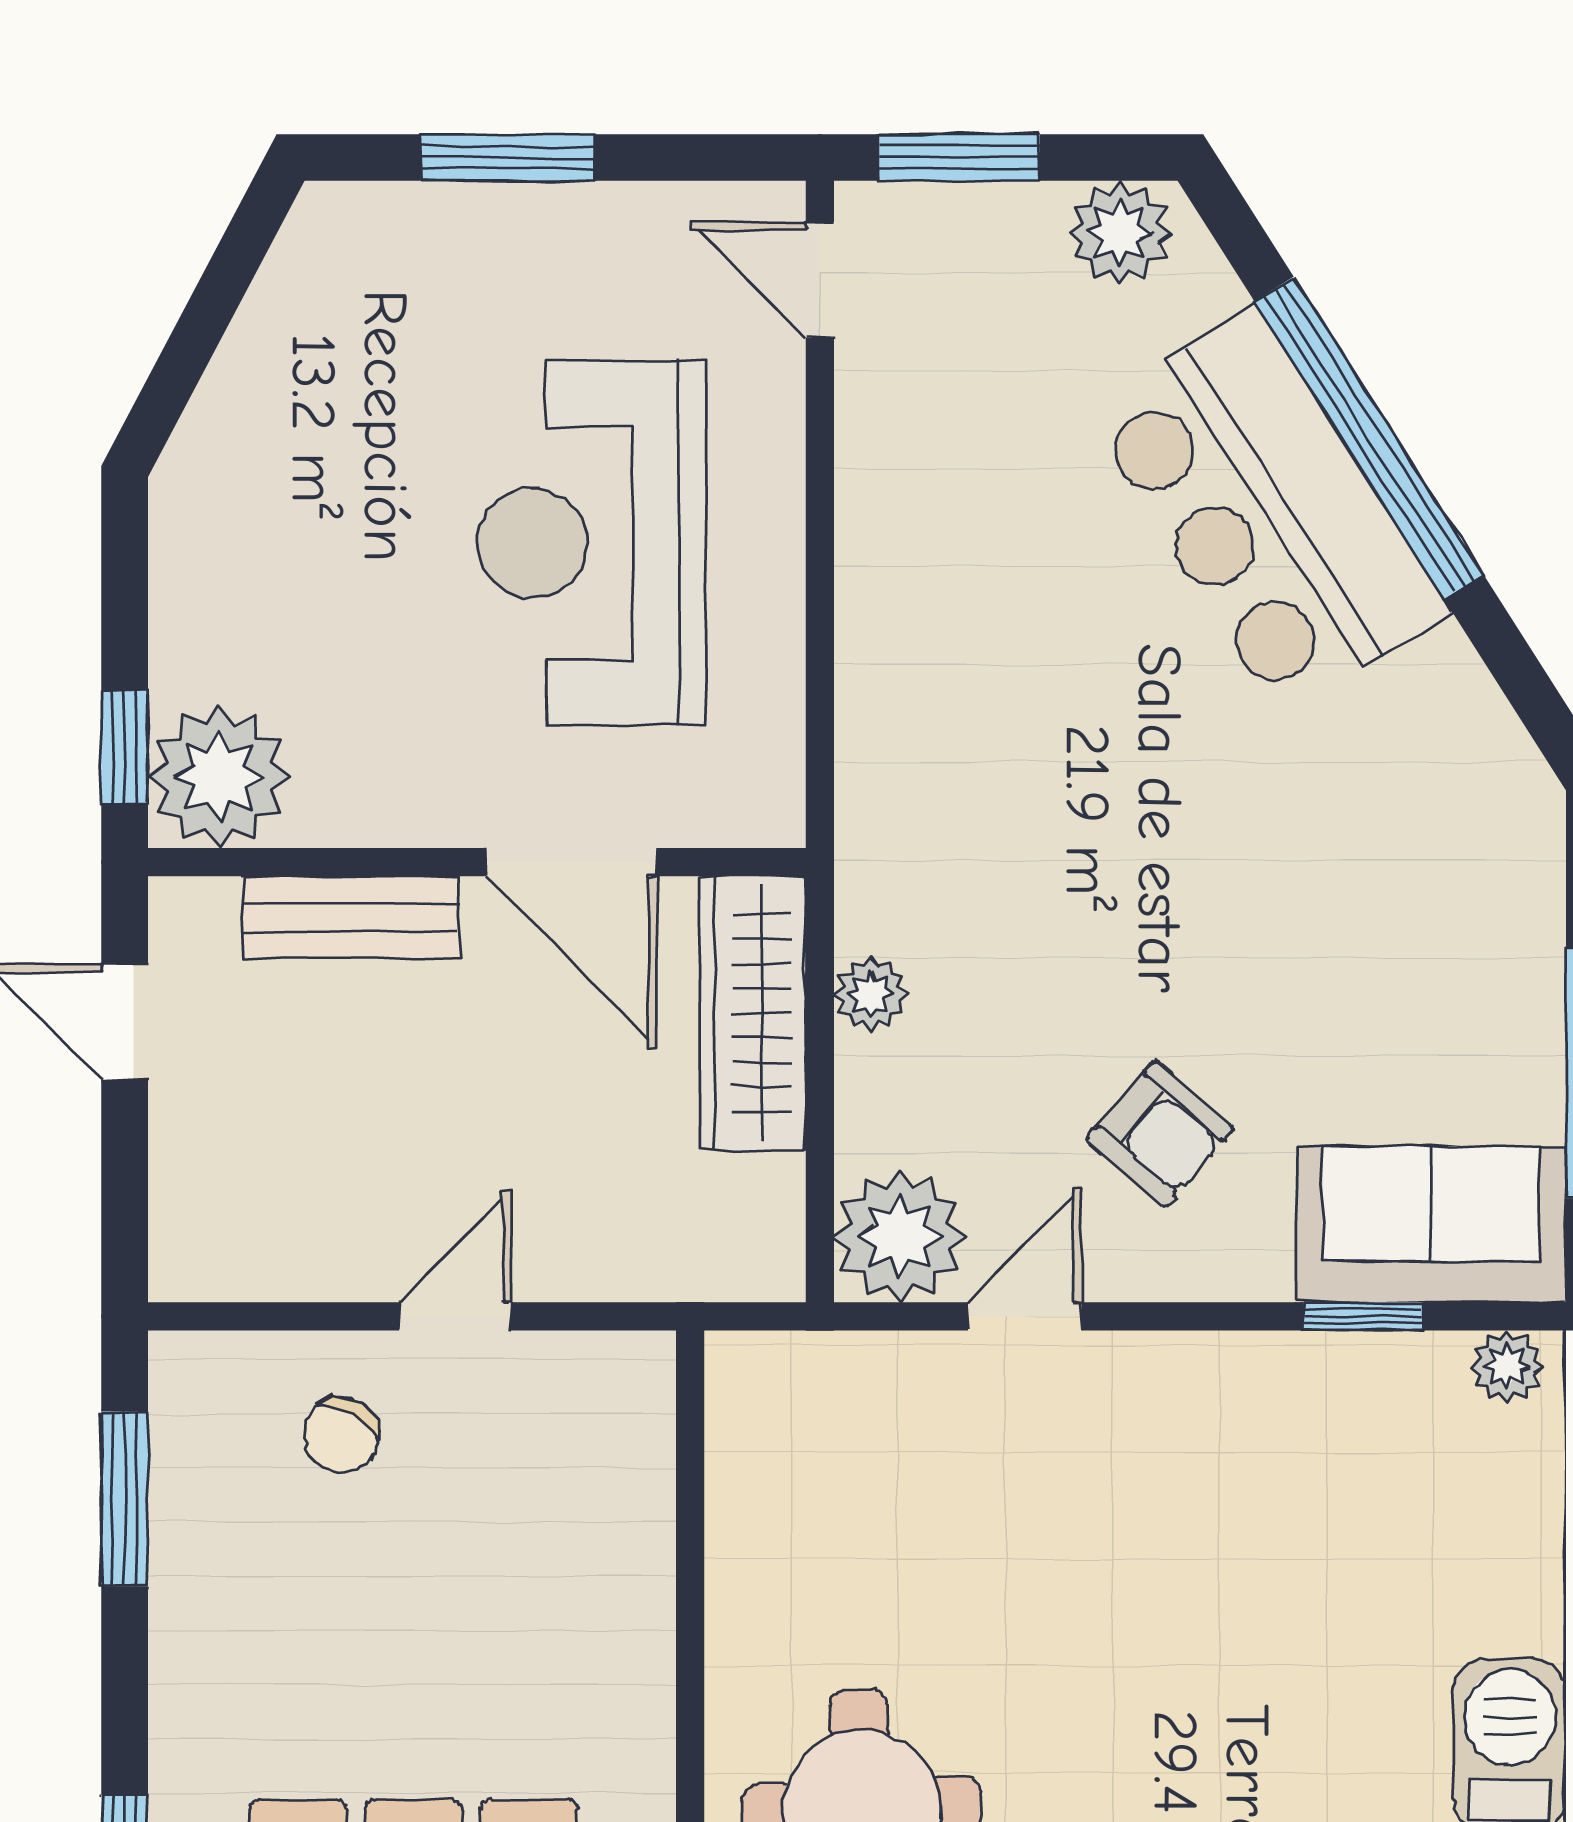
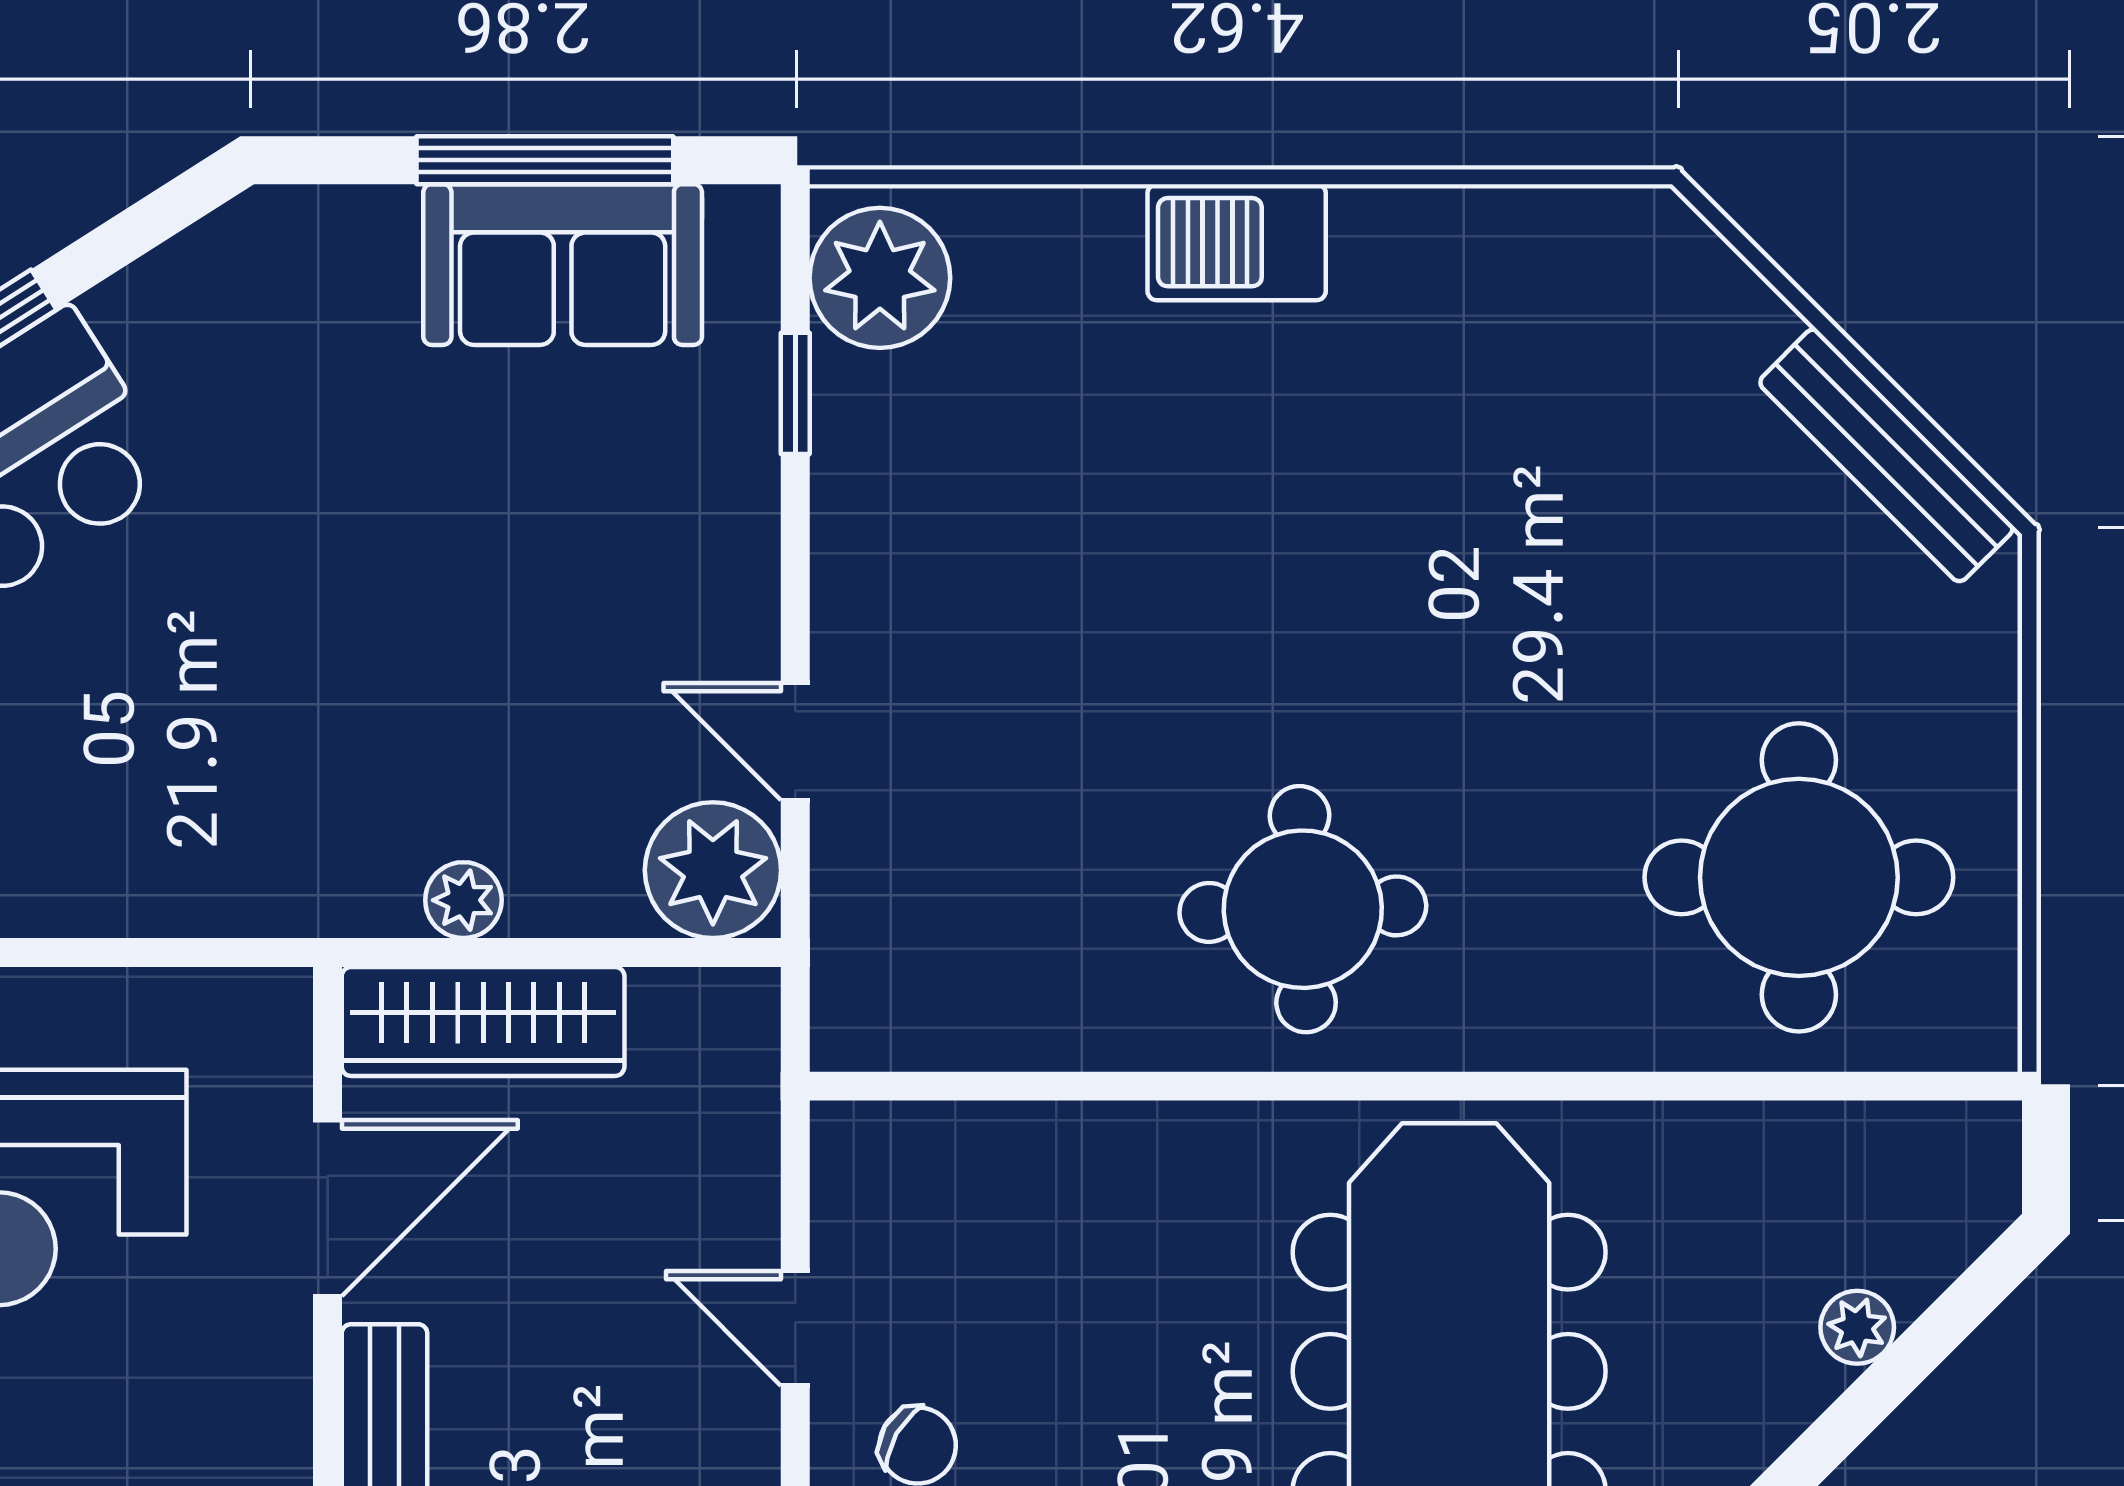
armchair: (1160, 1134) -> (607, 602), removed
sofa: (1431, 1224) -> (563, 265), moved, turned -90
plant: (1507, 1367) -> (880, 278), width x1.87, depth x1.87

